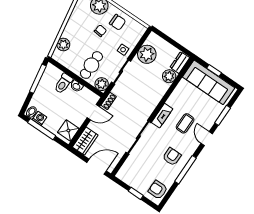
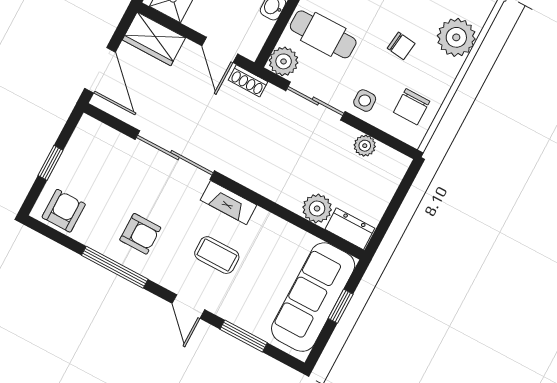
chair: (118, 22) -> (412, 107), moved
plant: (147, 54) -> (365, 146), width x0.53, depth x0.53
door: (207, 139) -> (188, 307), swing flipped

